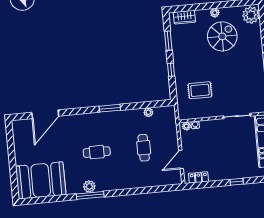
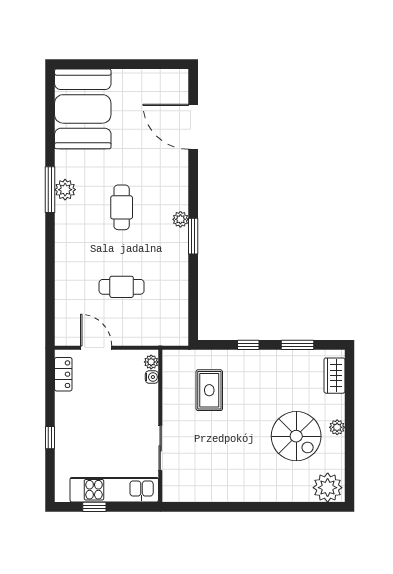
plant: (148, 112) -> (180, 219), moved

